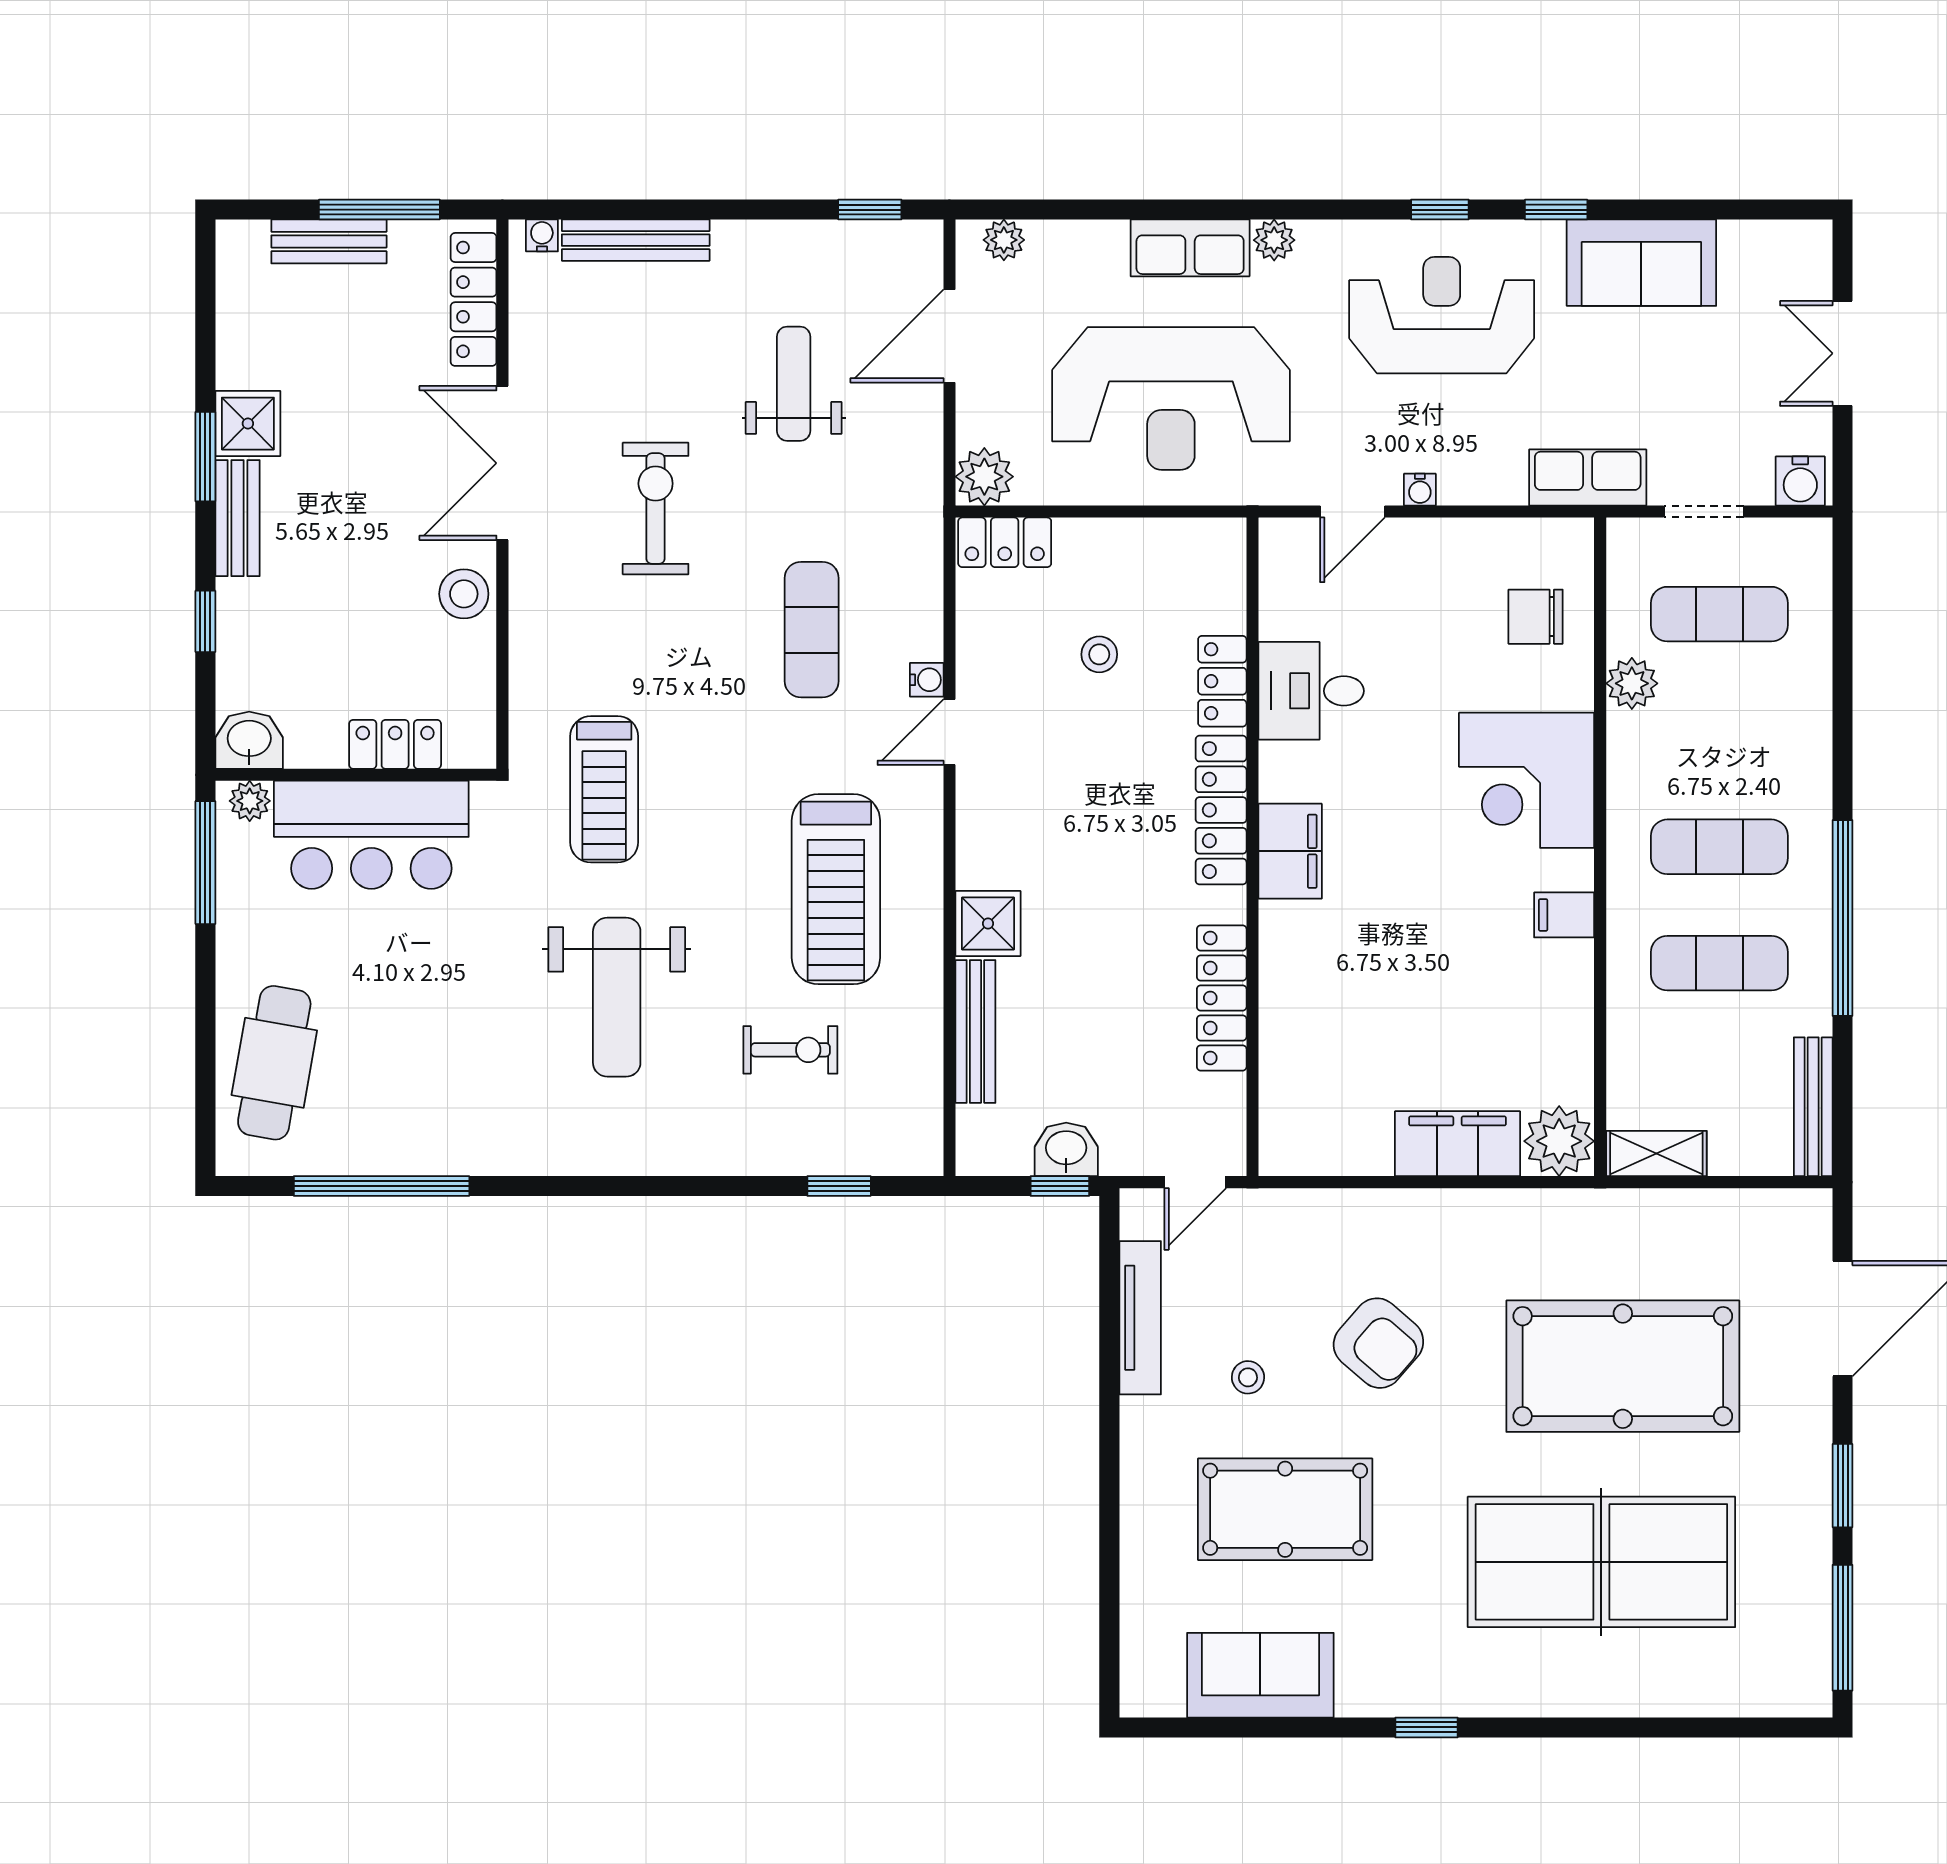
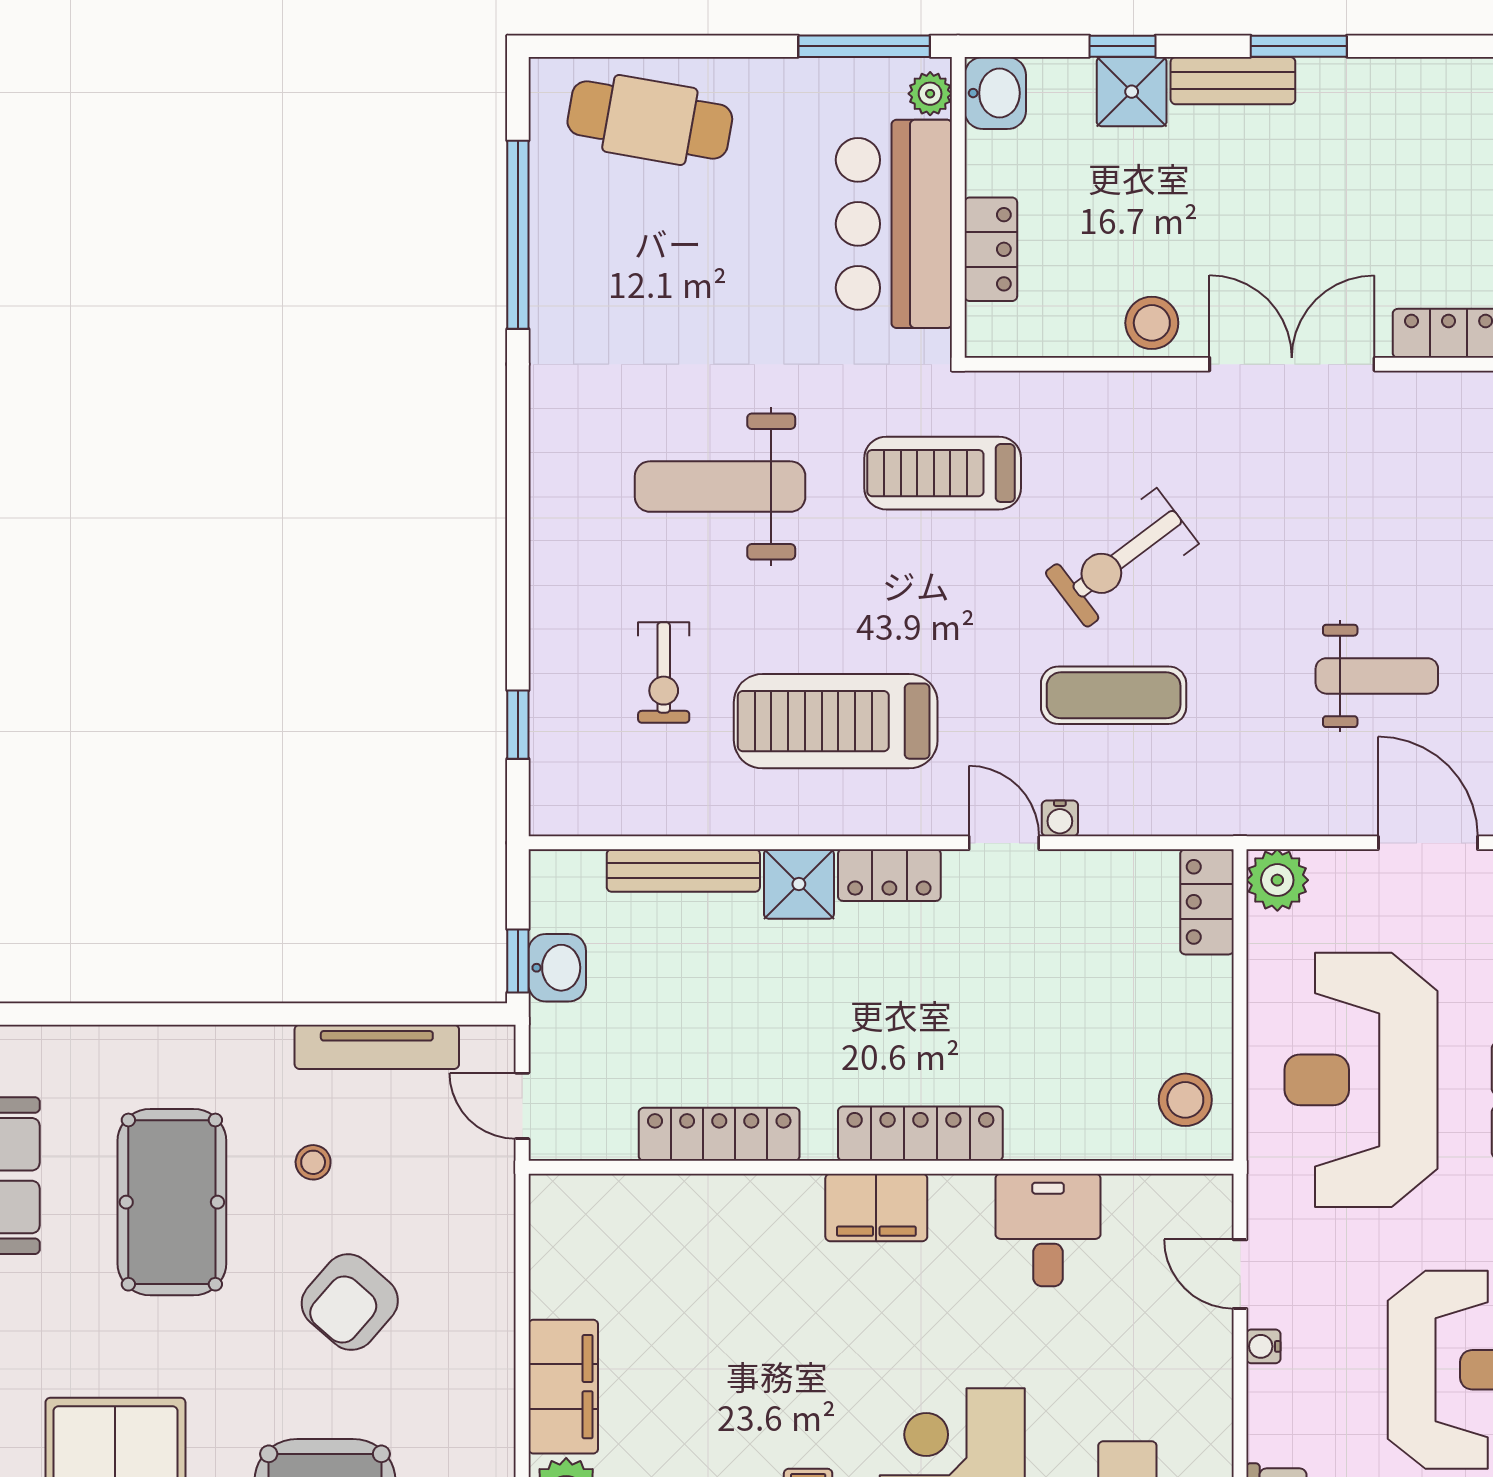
shower: (248, 424) -> (1132, 92), moved
exercise bike: (656, 509) -> (1122, 558), moved, turned 143
stool: (1099, 654) -> (1185, 1100), moved, width x1.37, depth x1.37
locker: (1222, 681) -> (889, 875), moved, turned 180

